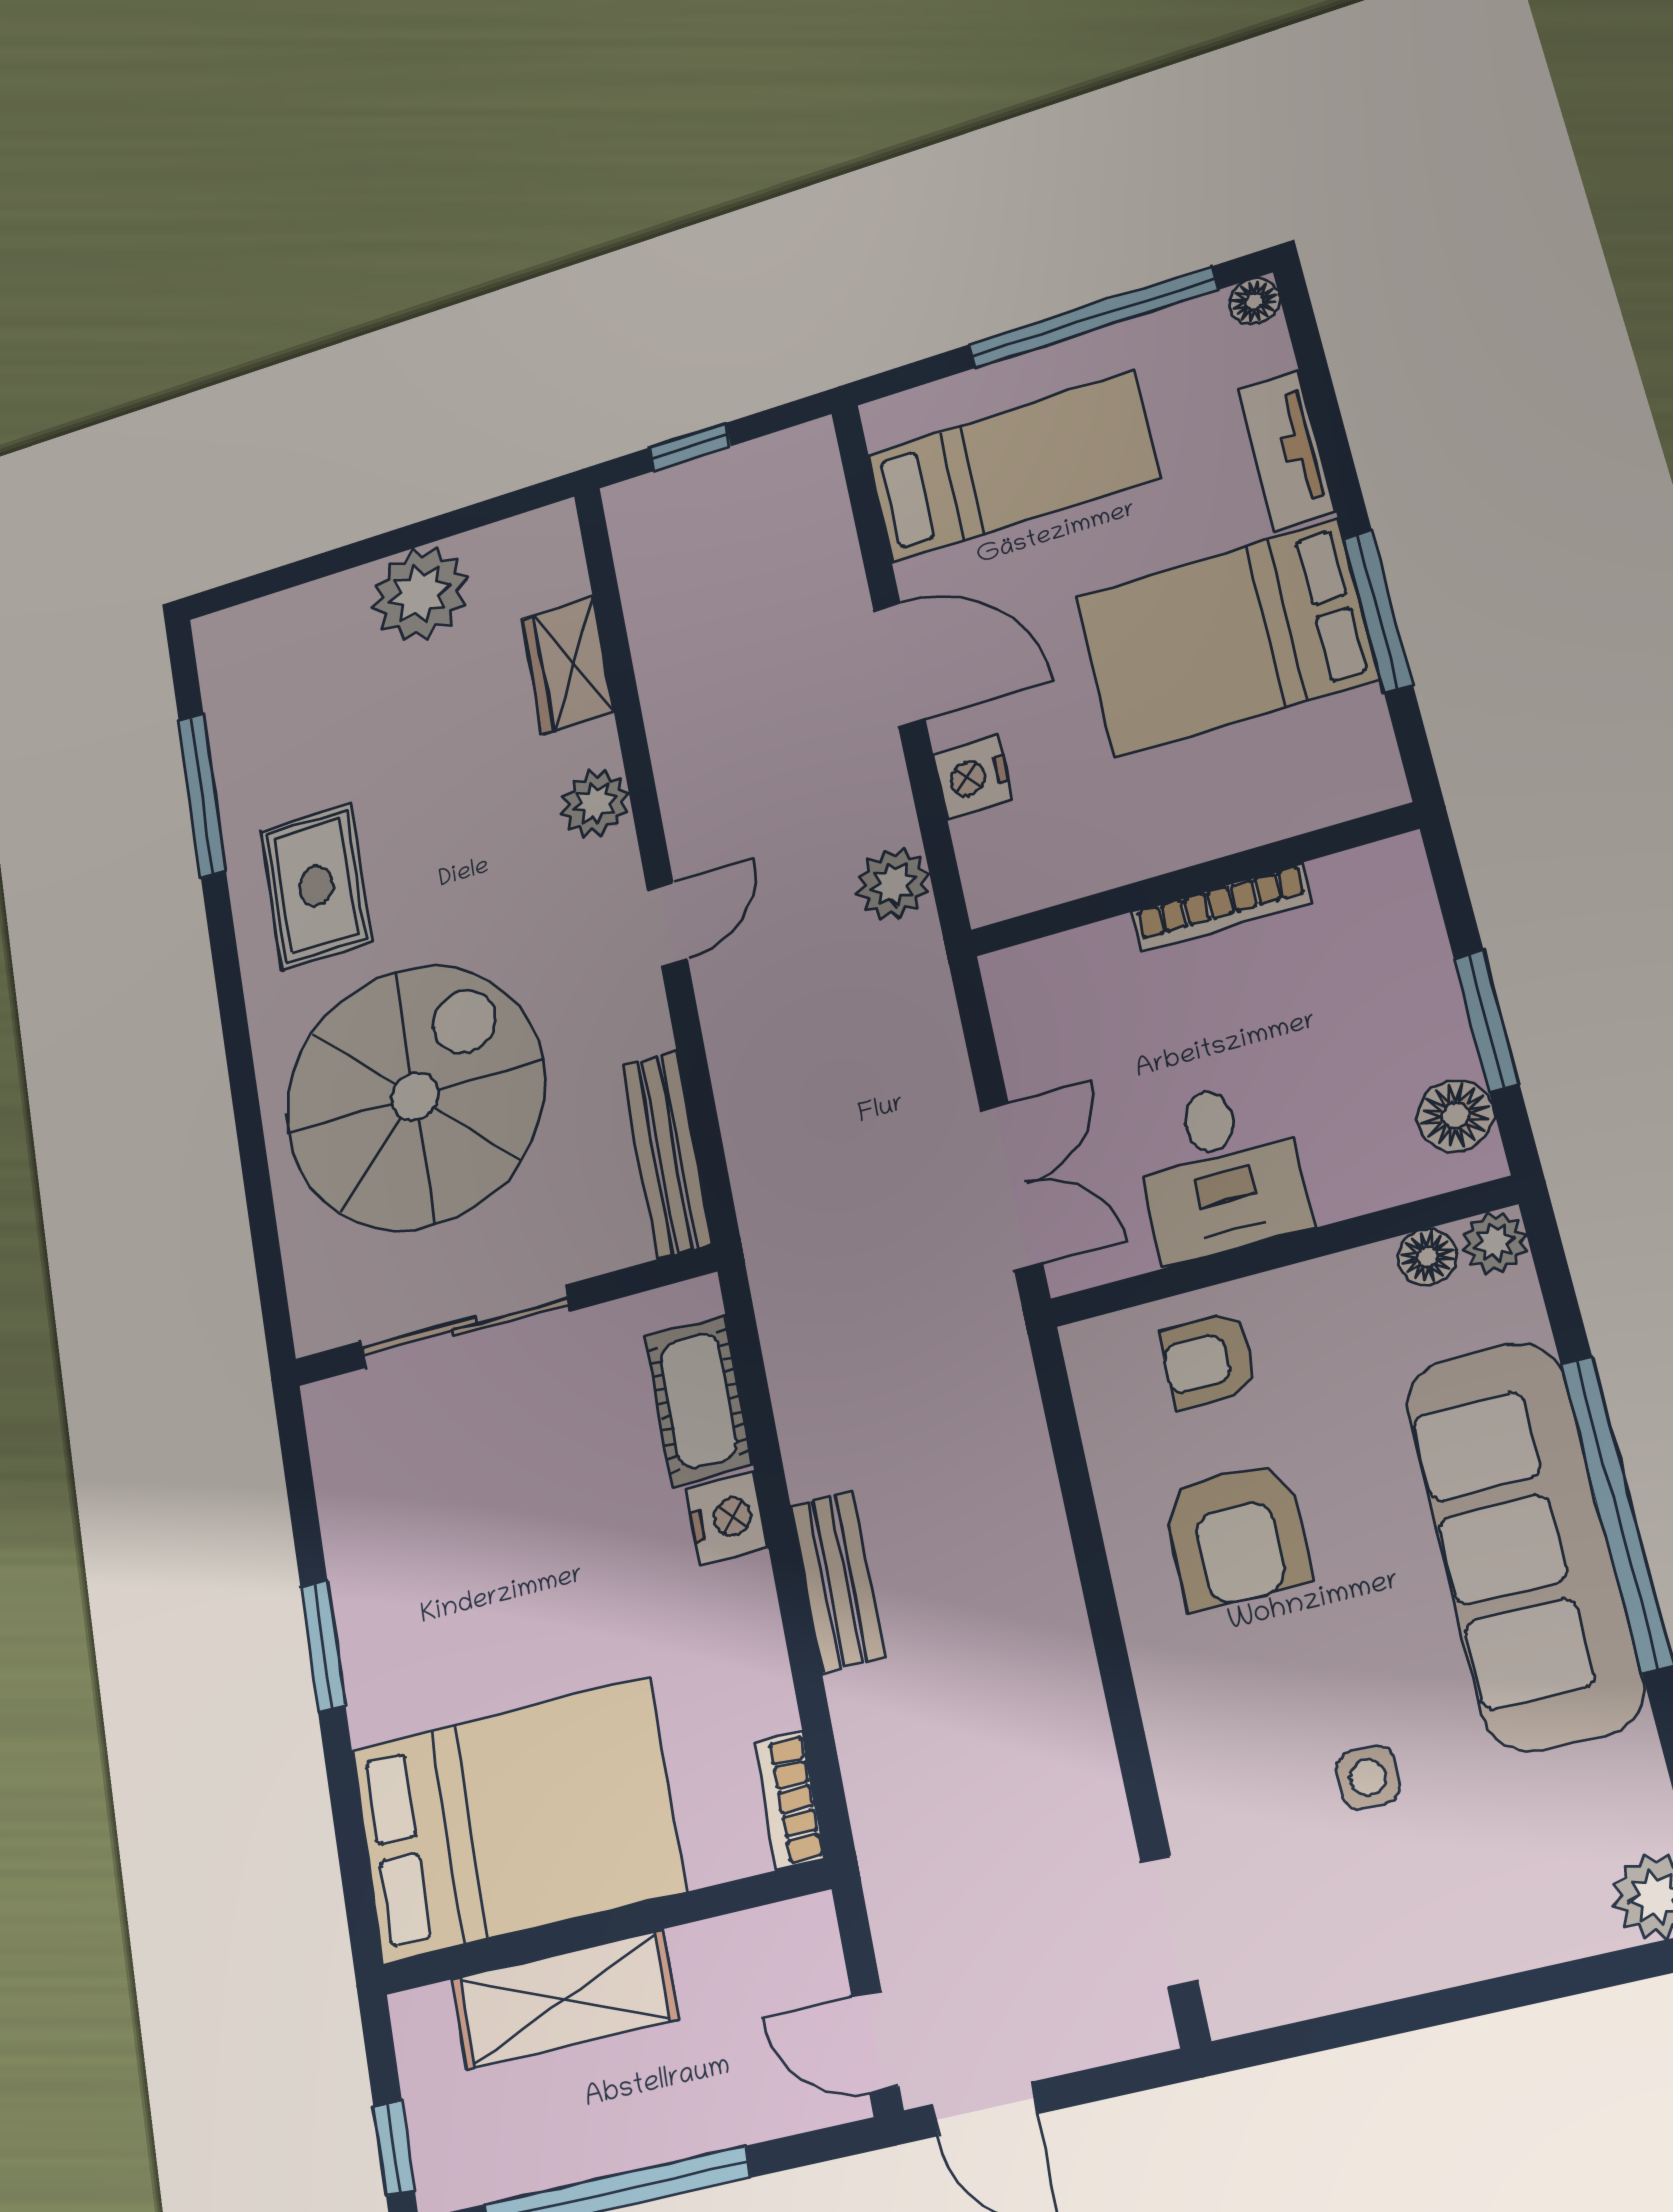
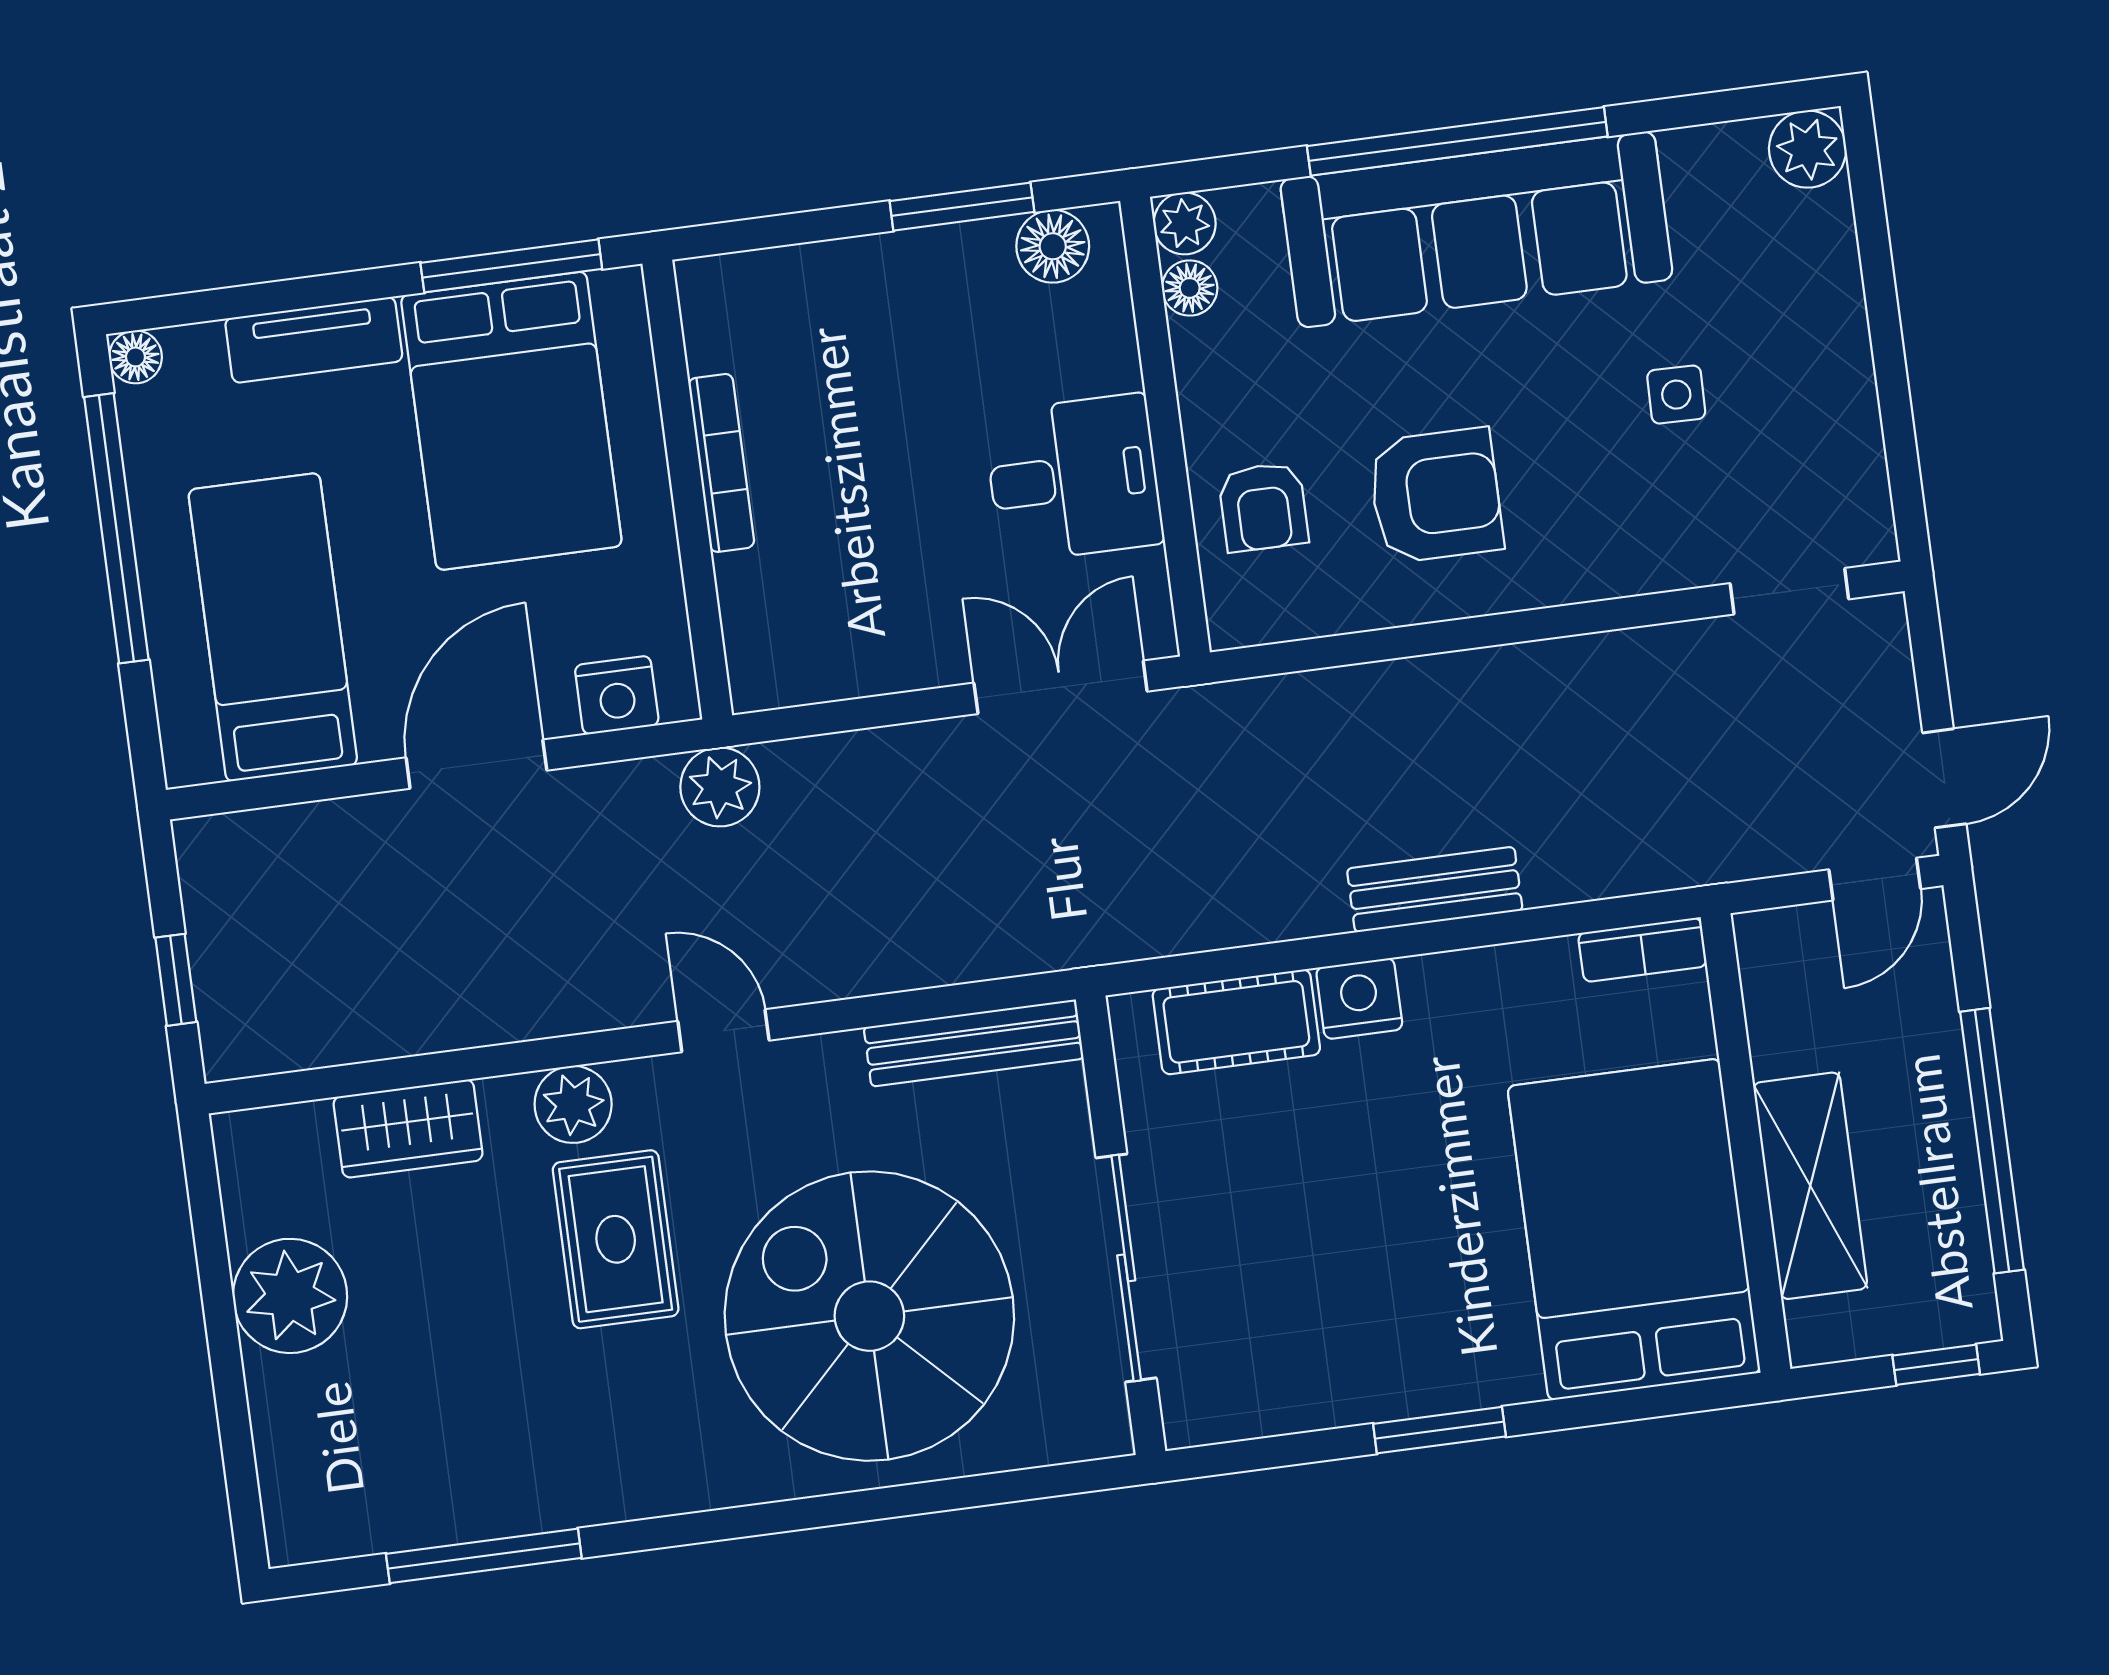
wall: (1192, 880) -> (687, 490), moved
rug: (316, 886) -> (616, 1239), moved, turned 90
bookcase: (1222, 907) -> (721, 463), moved

